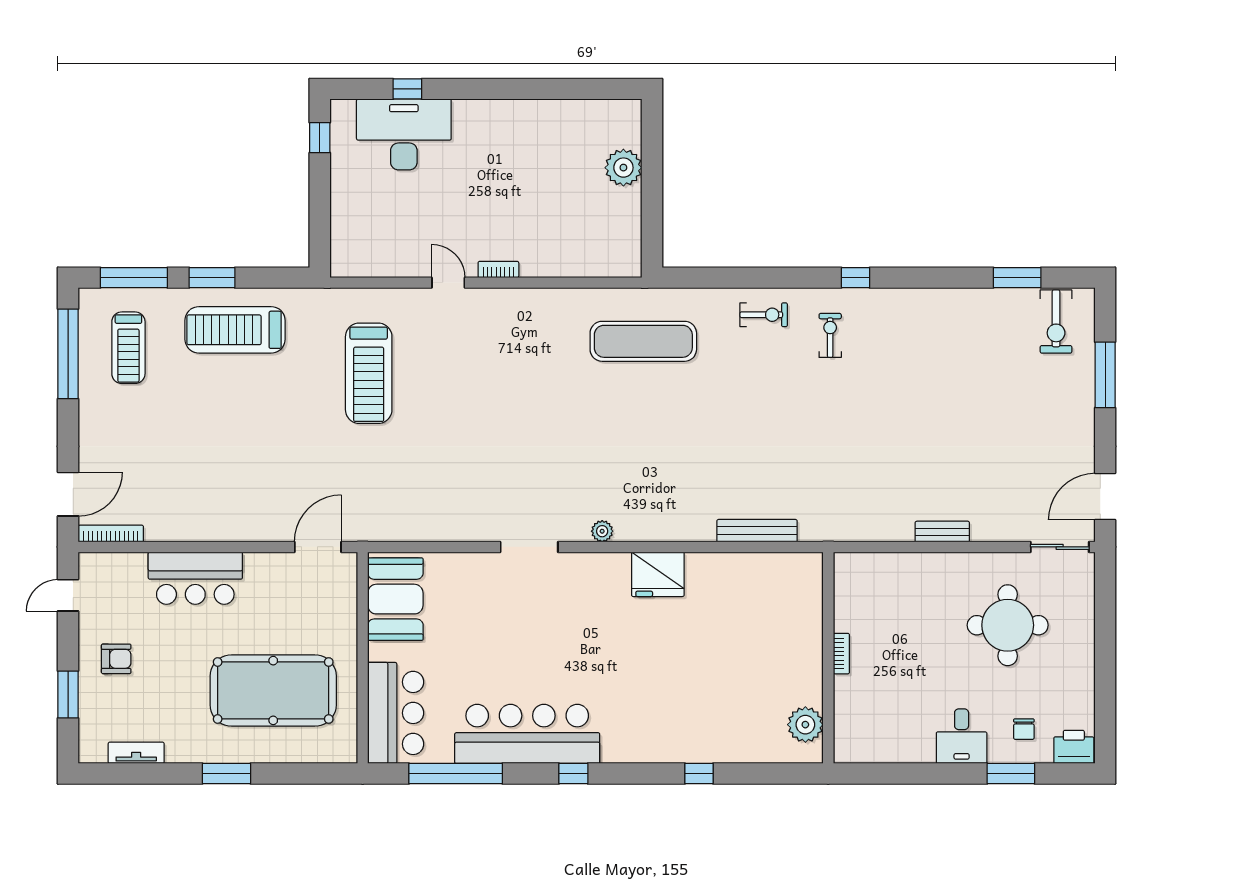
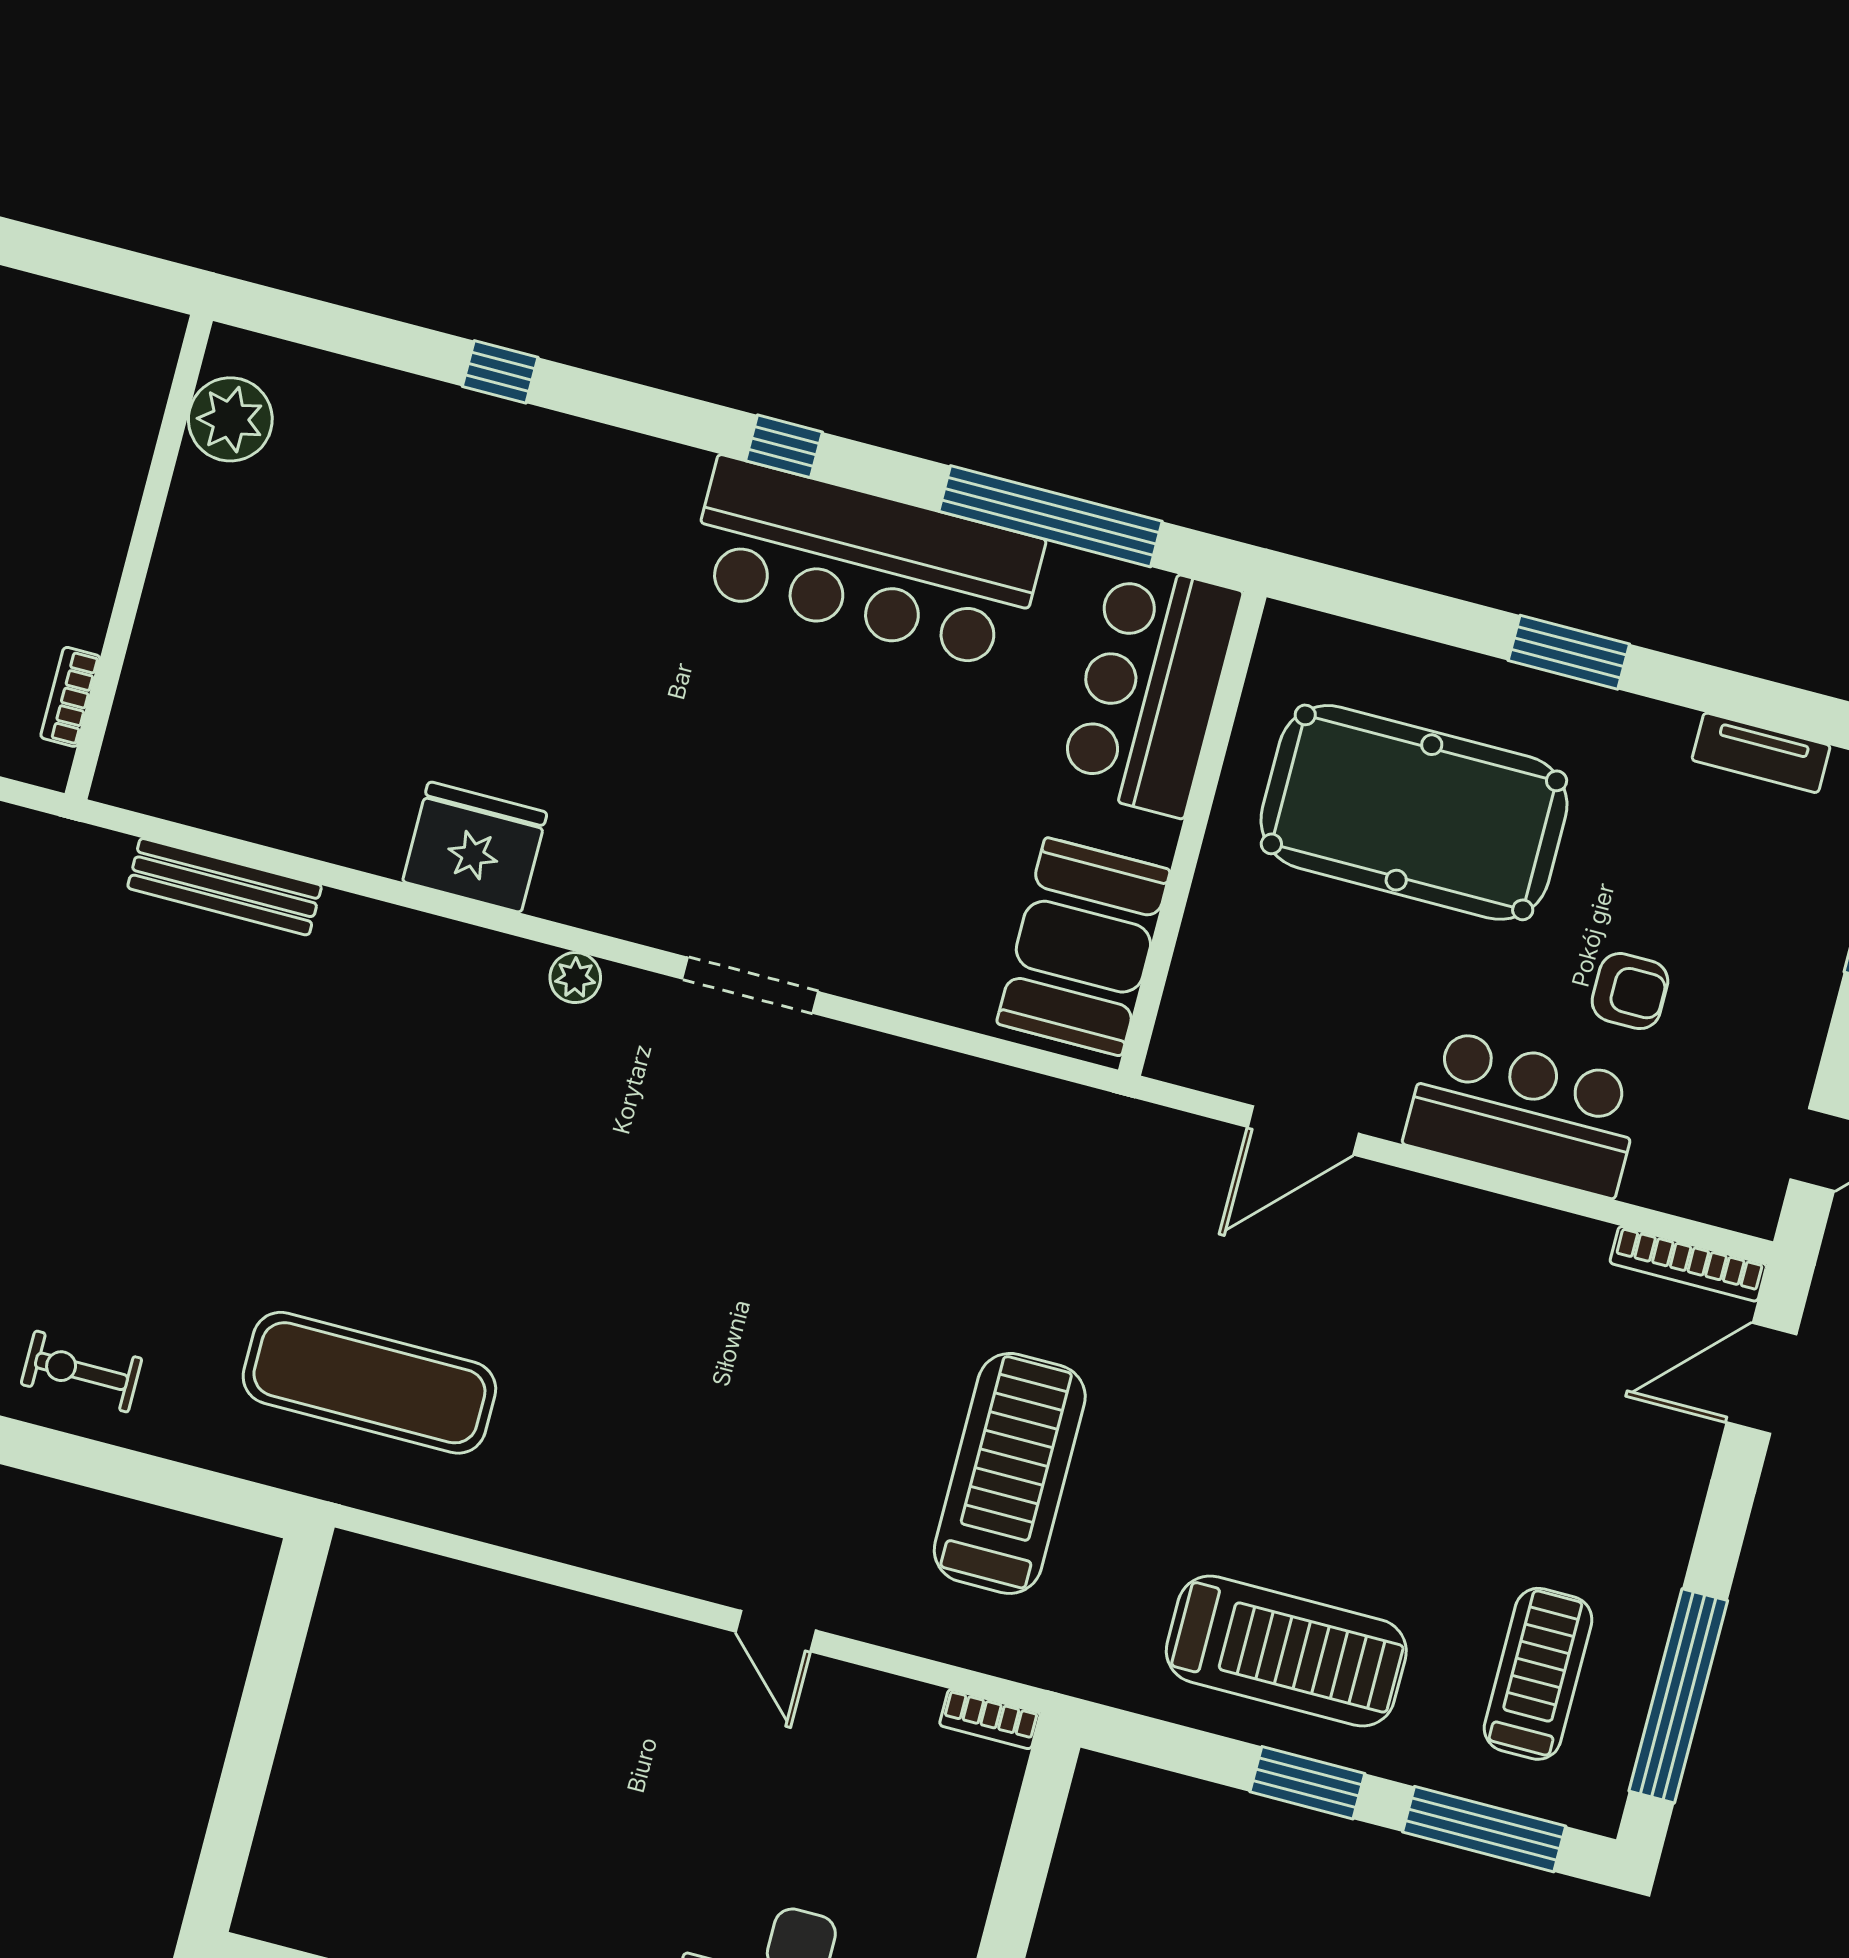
plant: (623, 168) -> (311, 1788), removed
bookcase: (498, 270) -> (990, 1719), moved
door: (318, 547) -> (1303, 1130), moved
bookcase: (841, 654) -> (70, 697), moved
armchair: (116, 659) -> (1630, 991), moved, turned 180

